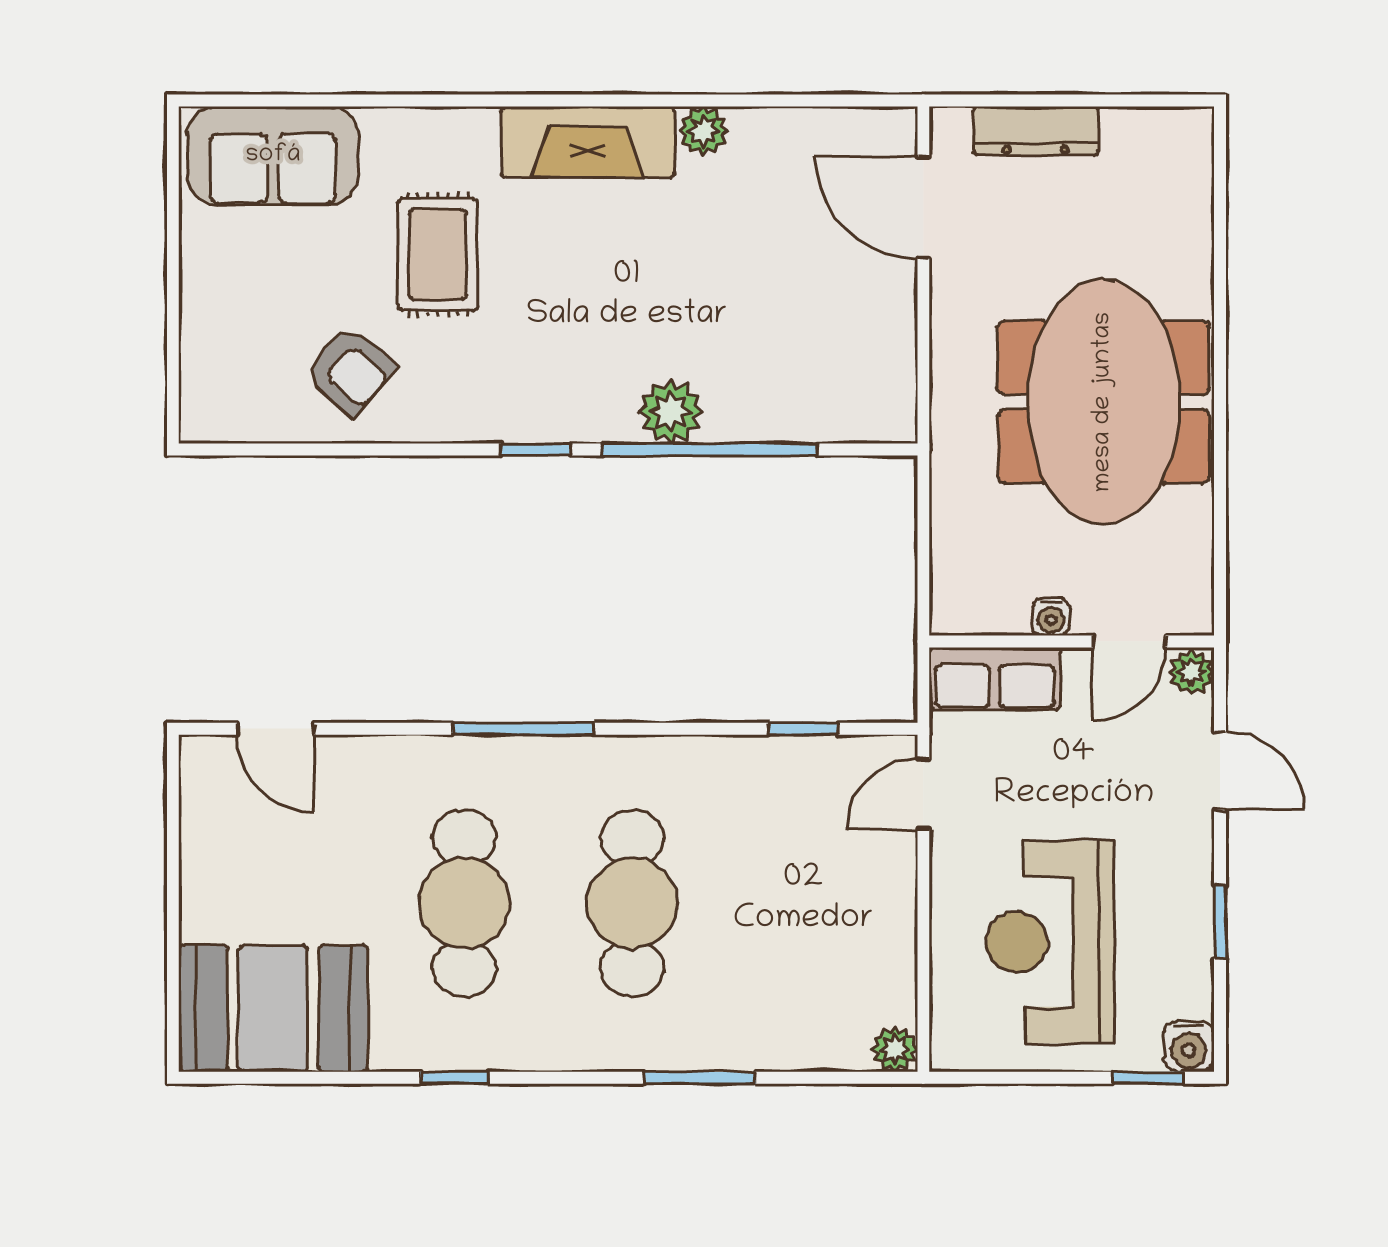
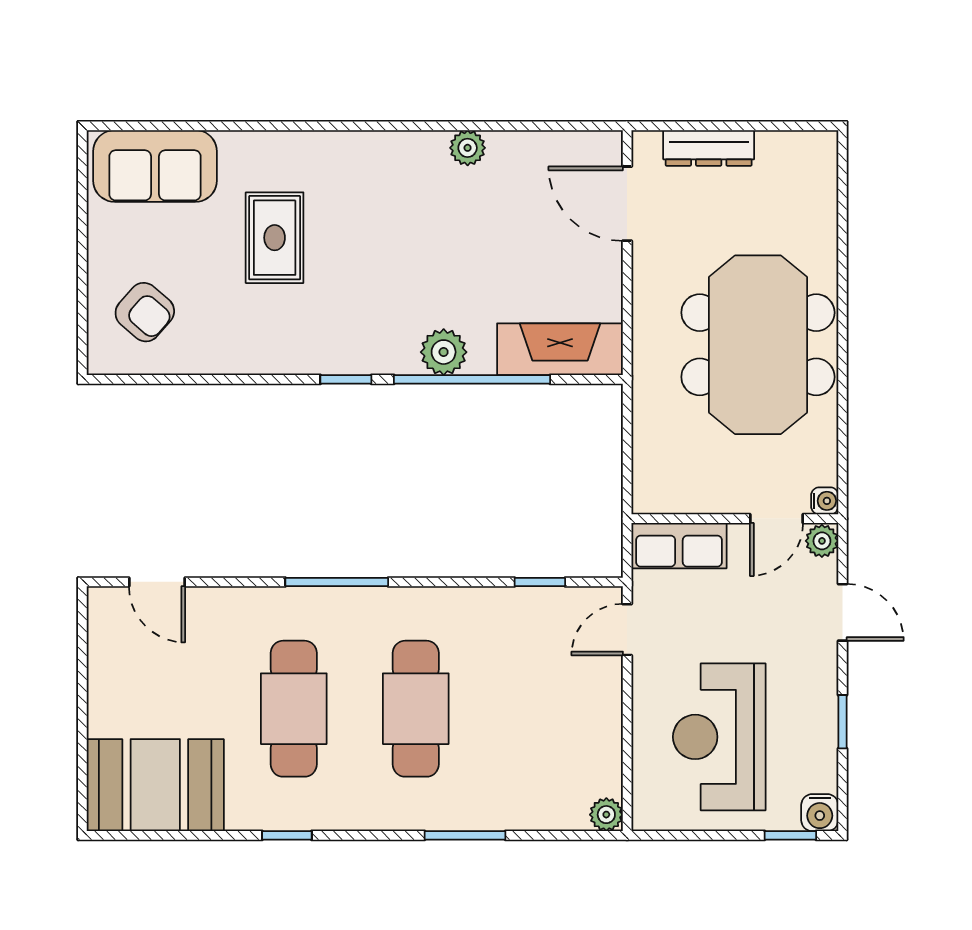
fireplace: (588, 142) -> (560, 349), moved, turned 180
armchair: (349, 370) -> (145, 312), moved
water cooler: (1051, 617) -> (825, 501), moved, turned -90

